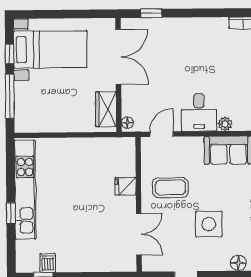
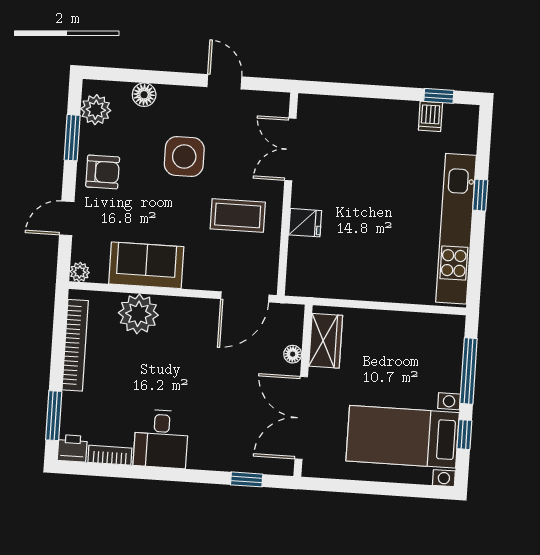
desk: (199, 112) -> (161, 439), moved, turned 180
floor lamp: (127, 123) -> (293, 354), moved
plant: (225, 124) -> (138, 314), width x1.87, depth x1.87
door: (162, 134) -> (245, 297), width x1.38

